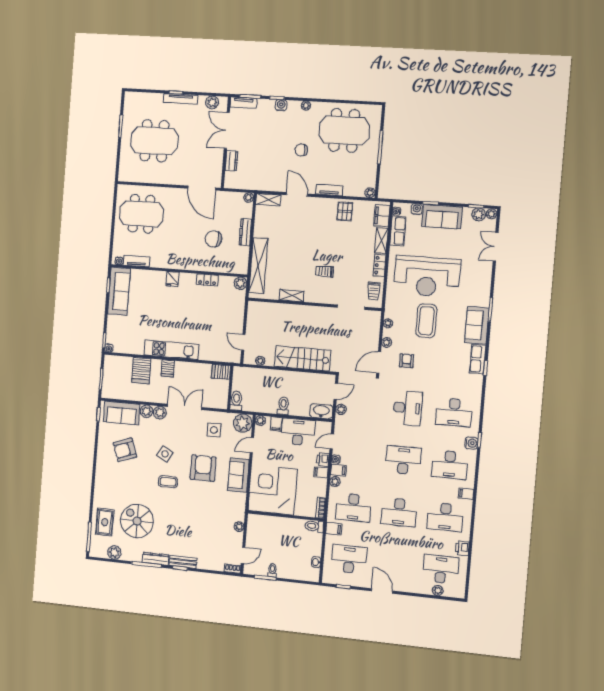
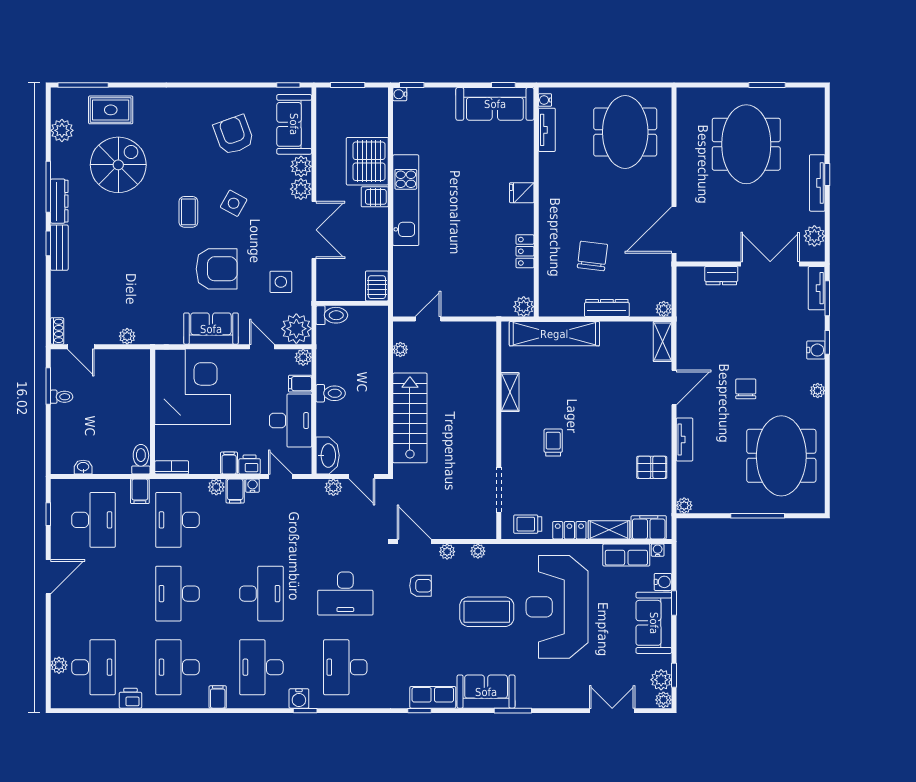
server rack: (141, 370) -> (367, 161), width x1.60

